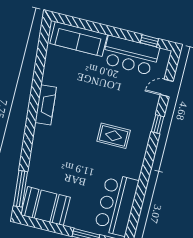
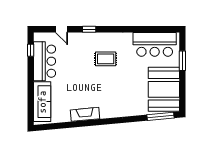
fireplace: (46, 105) -> (85, 114), moved
rug: (114, 136) -> (106, 59), turned 90
booth: (46, 206) -> (164, 89), width x1.36, depth x1.42

